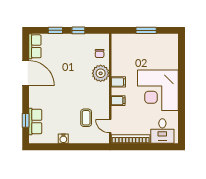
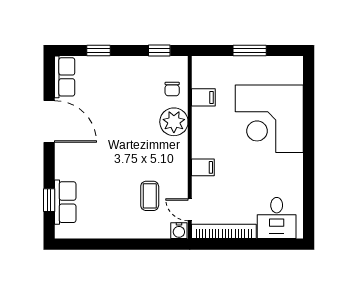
window: (78, 30) -> (159, 50), moved
filing cabinet: (118, 82) -> (203, 97), moved
corner desk: (158, 90) -> (269, 119), moved
water cooler: (63, 139) -> (179, 231), moved

